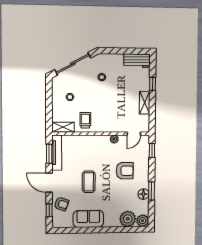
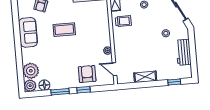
workbench: (137, 61) -> (183, 52), moved
window: (153, 84) -> (174, 82), moved
window: (152, 150) -> (84, 90), moved
armchair: (125, 171) -> (87, 74), moved, turned 180
floor lamp: (143, 194) -> (44, 85), moved

